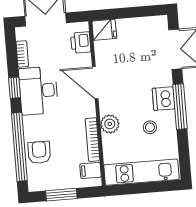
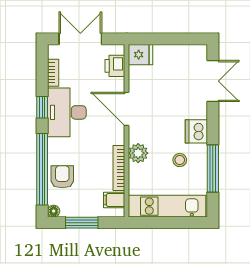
window: (180, 107) -> (213, 168), moved
floor lamp: (34, 186) -> (54, 211), added

